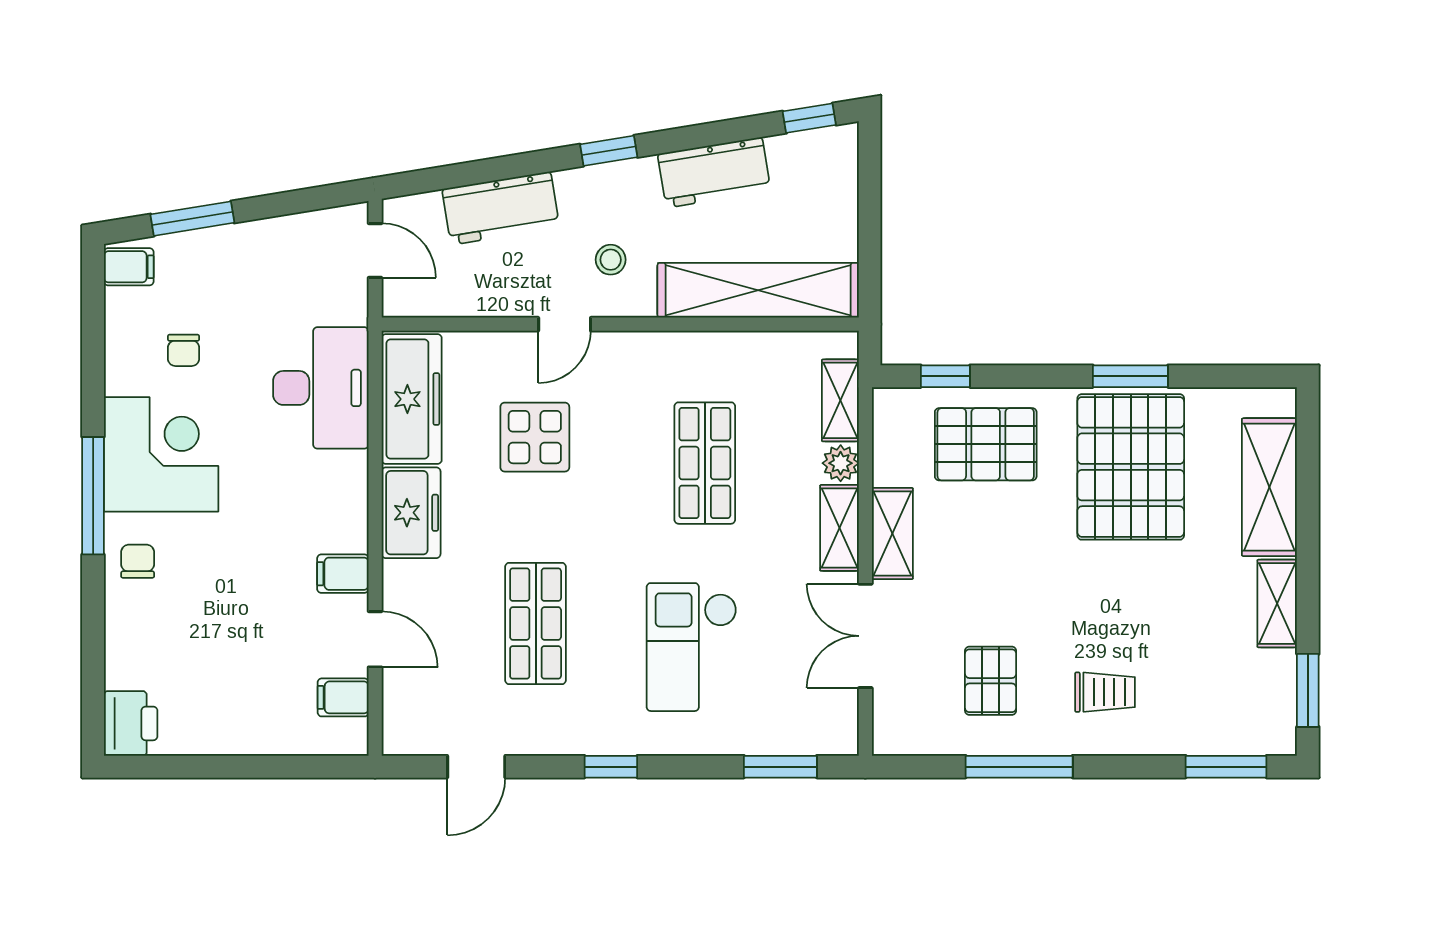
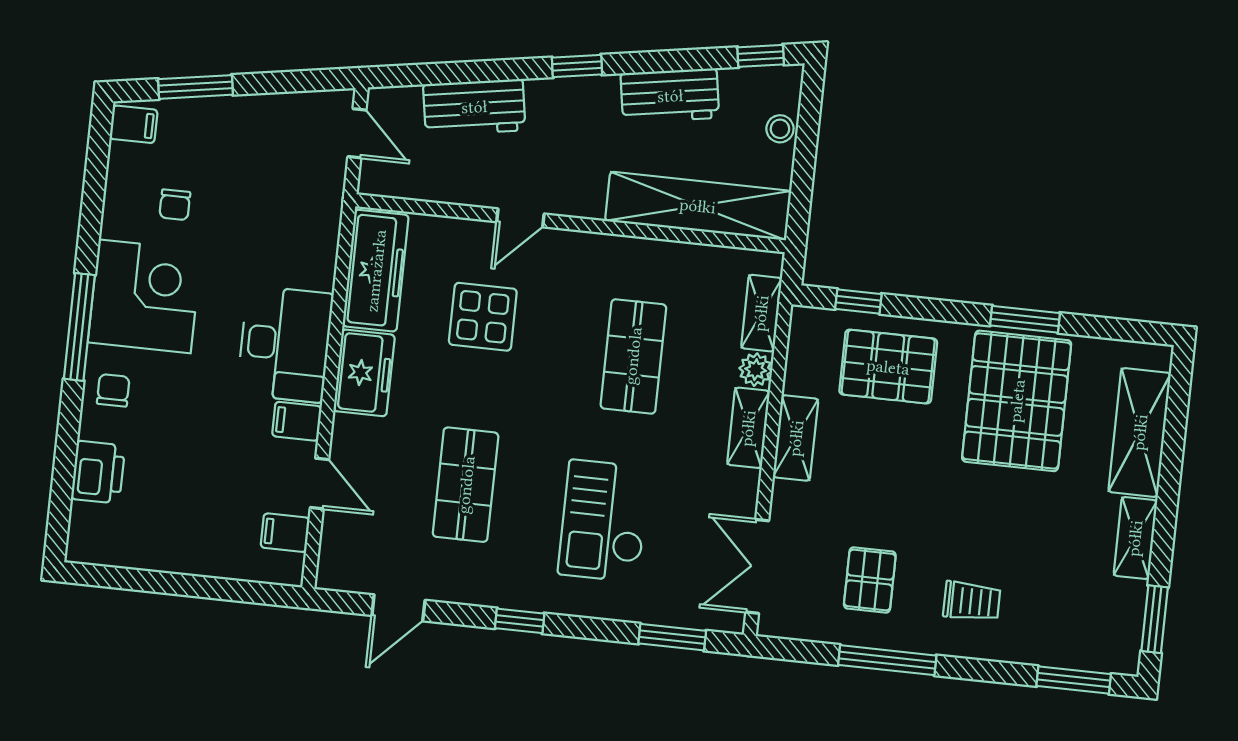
stool: (611, 260) -> (780, 129), moved
desk: (321, 388) -> (285, 344), moved
double door: (865, 636) -> (757, 566), moved
printer: (131, 723) -> (98, 472), moved

